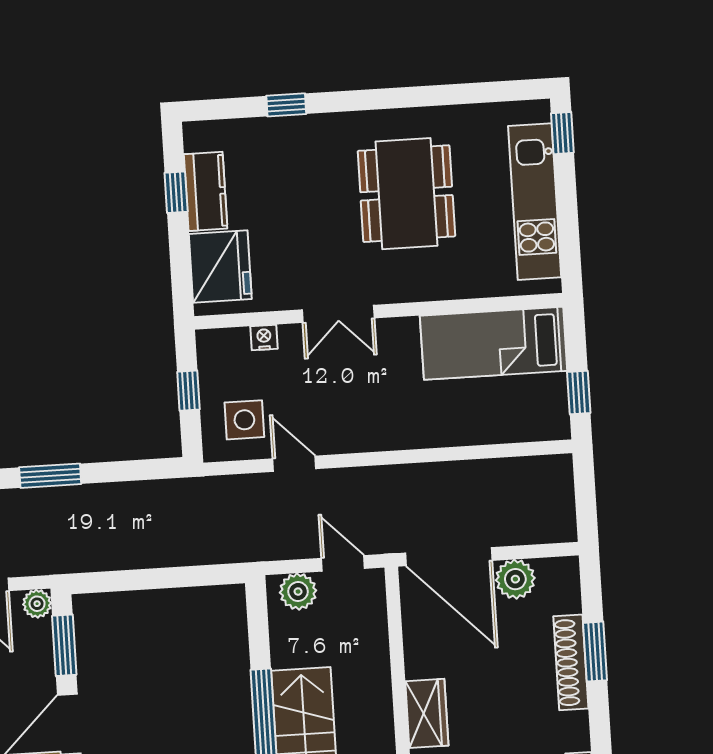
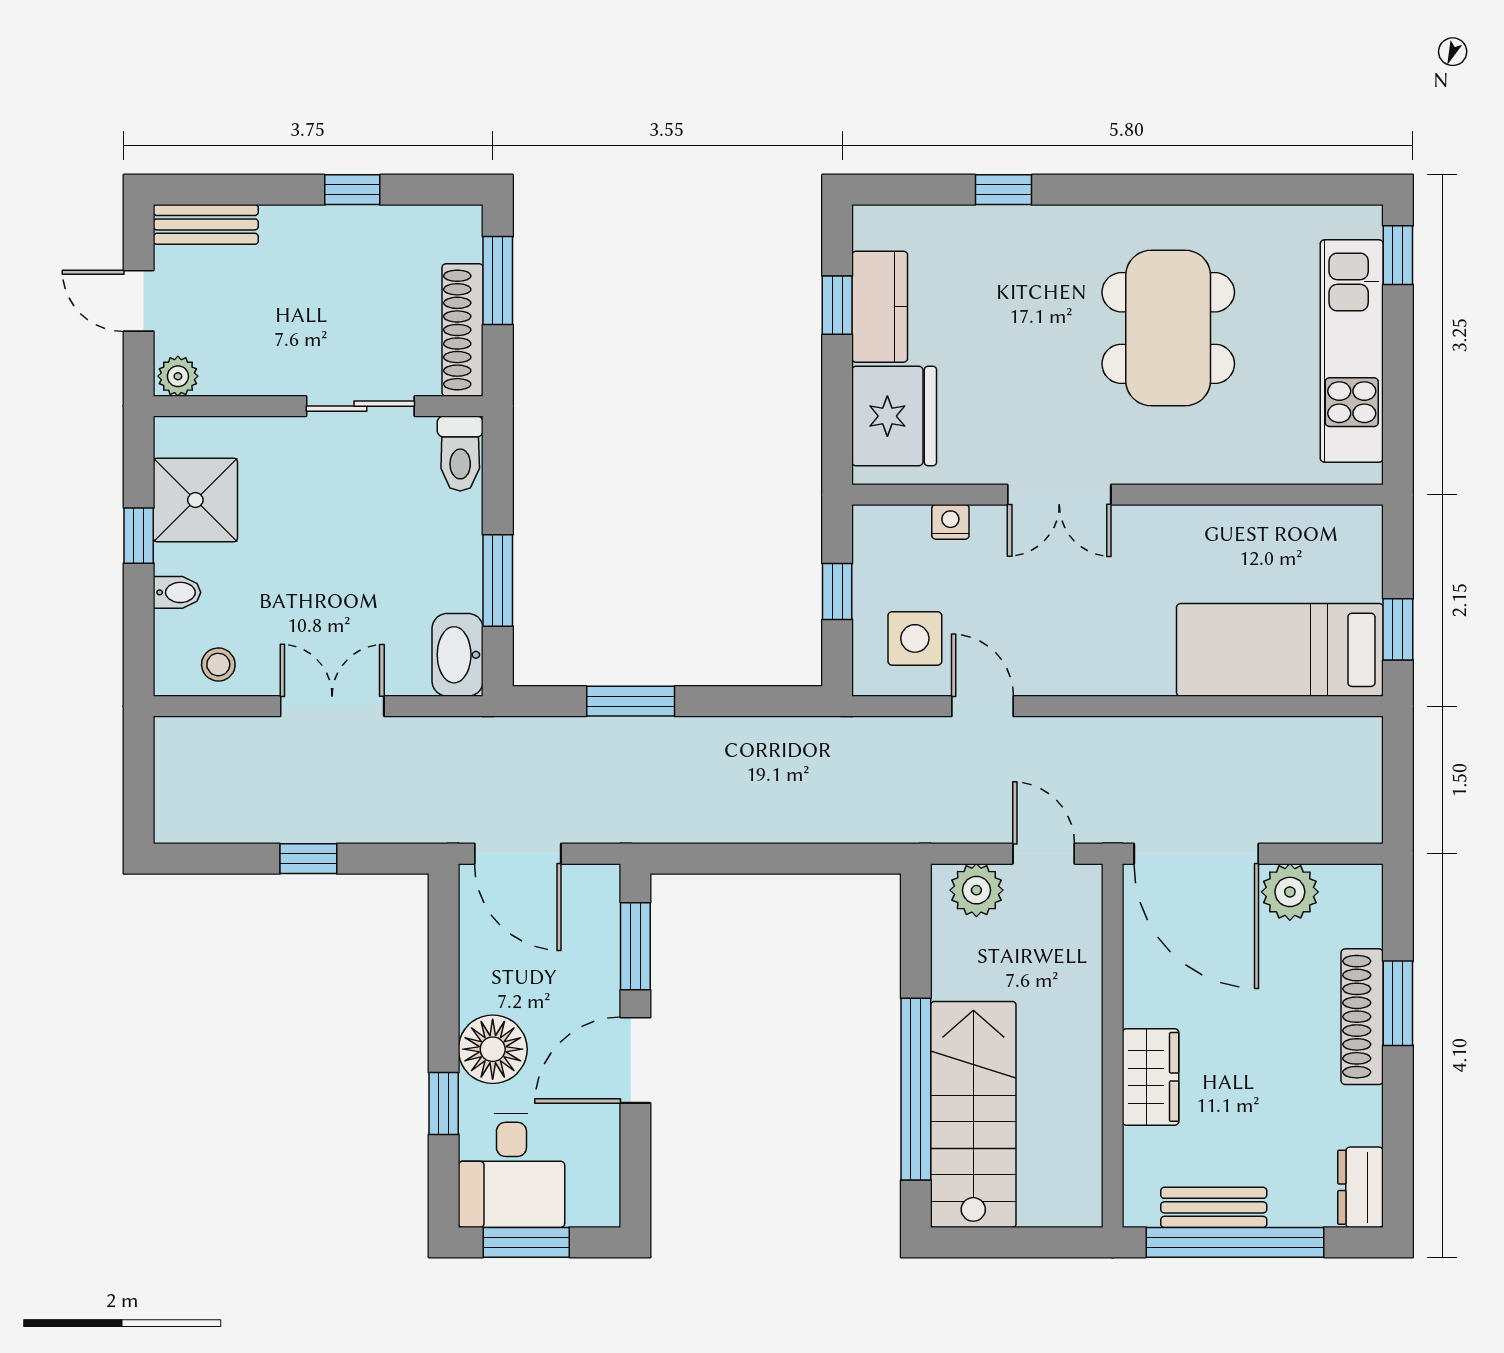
bed: (494, 343) -> (1280, 650), moved
plant: (37, 604) -> (600, 884), removed

